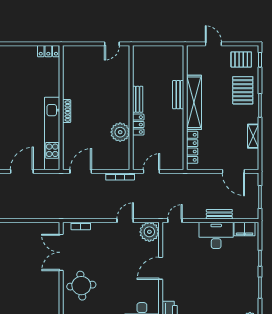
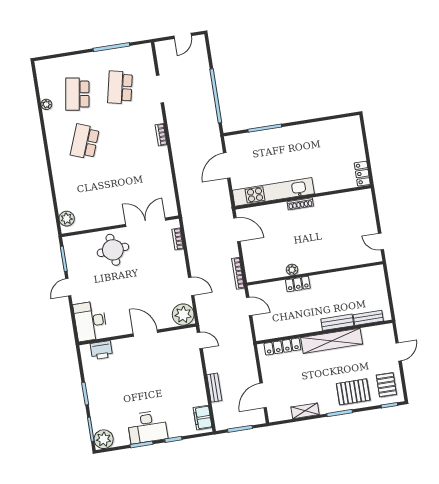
bench: (138, 99) -> (368, 318), moved
plant: (120, 132) -> (292, 270), width x0.53, depth x0.53
door: (22, 171) -> (227, 165), swing flipped
desk: (216, 235) -> (147, 427), moved, turned 90

